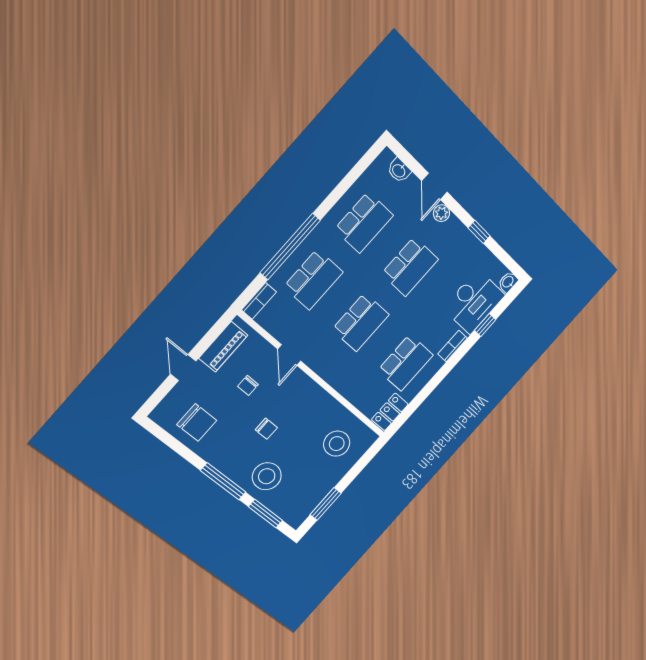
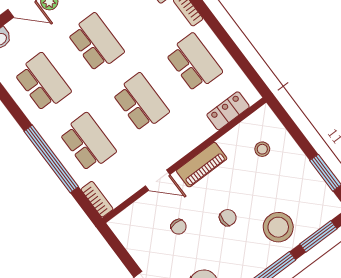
piano: (223, 347) -> (202, 165), moved, turned 90
locker: (390, 412) -> (228, 111), moved, turned 90
stool: (337, 444) -> (262, 149), width x0.53, depth x0.53

